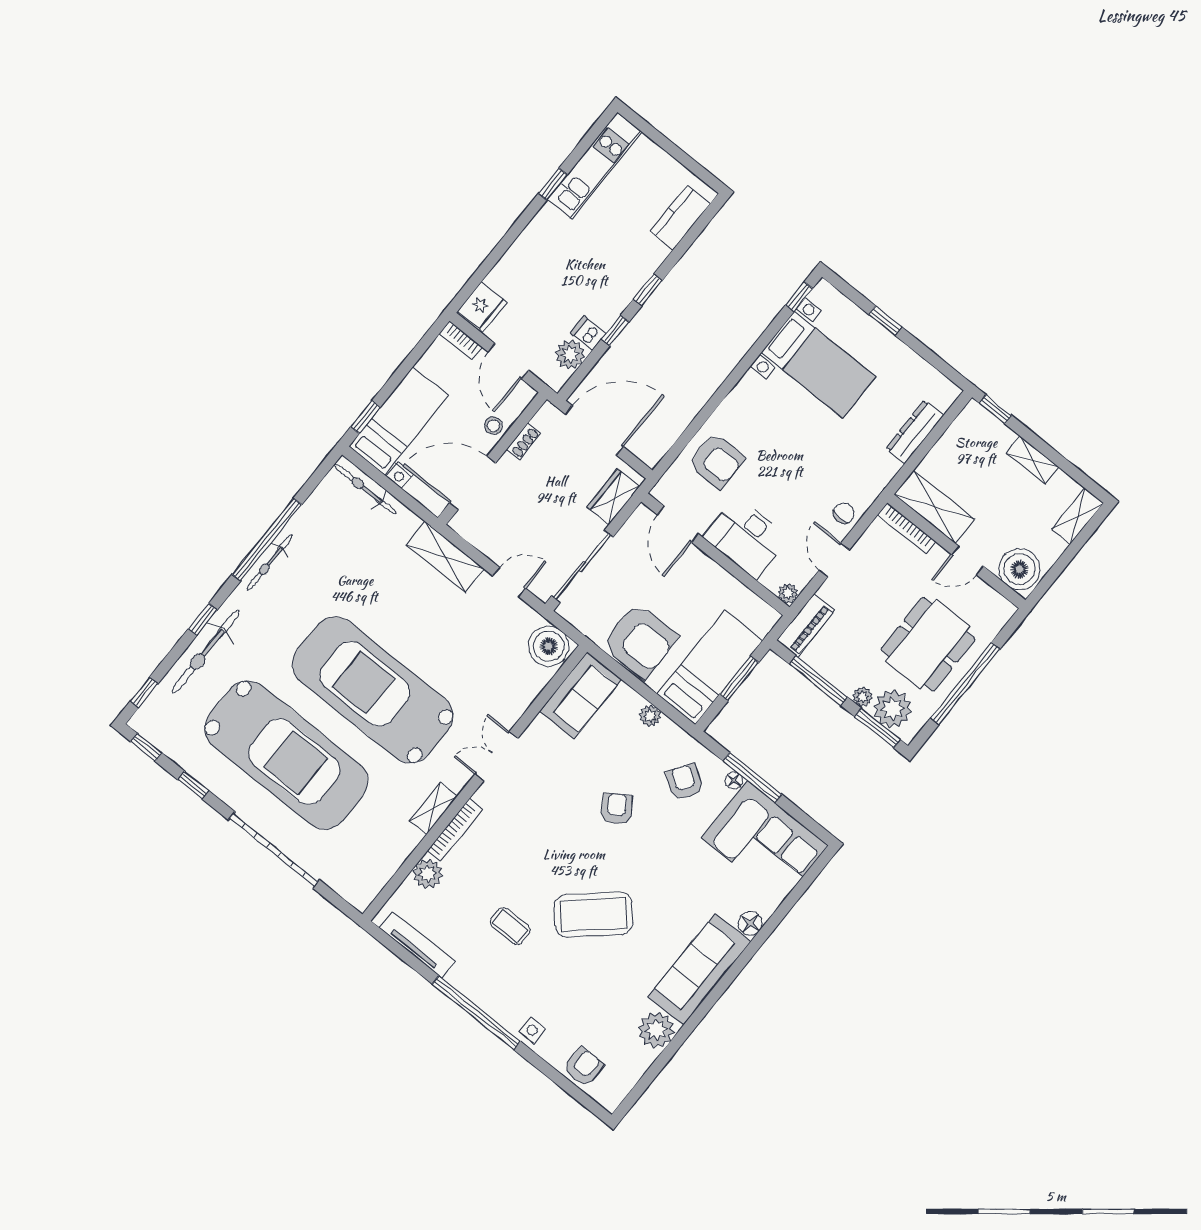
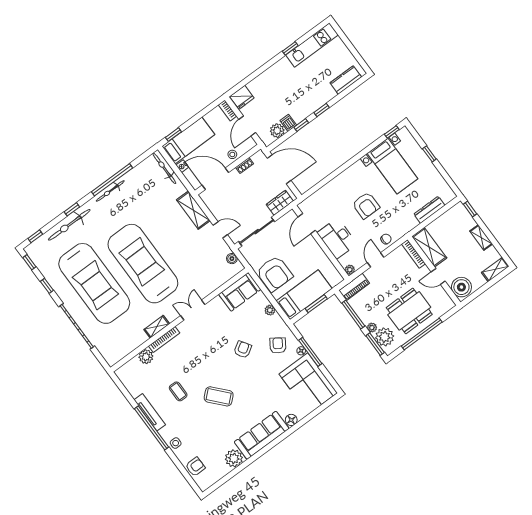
armchair: (717, 461) -> (366, 205), moved
boiler: (549, 646) -> (232, 259), width x0.54, depth x0.54
coffee table: (593, 915) -> (219, 396), width x0.73, depth x0.76
tv unit: (417, 945) -> (150, 412), moved

